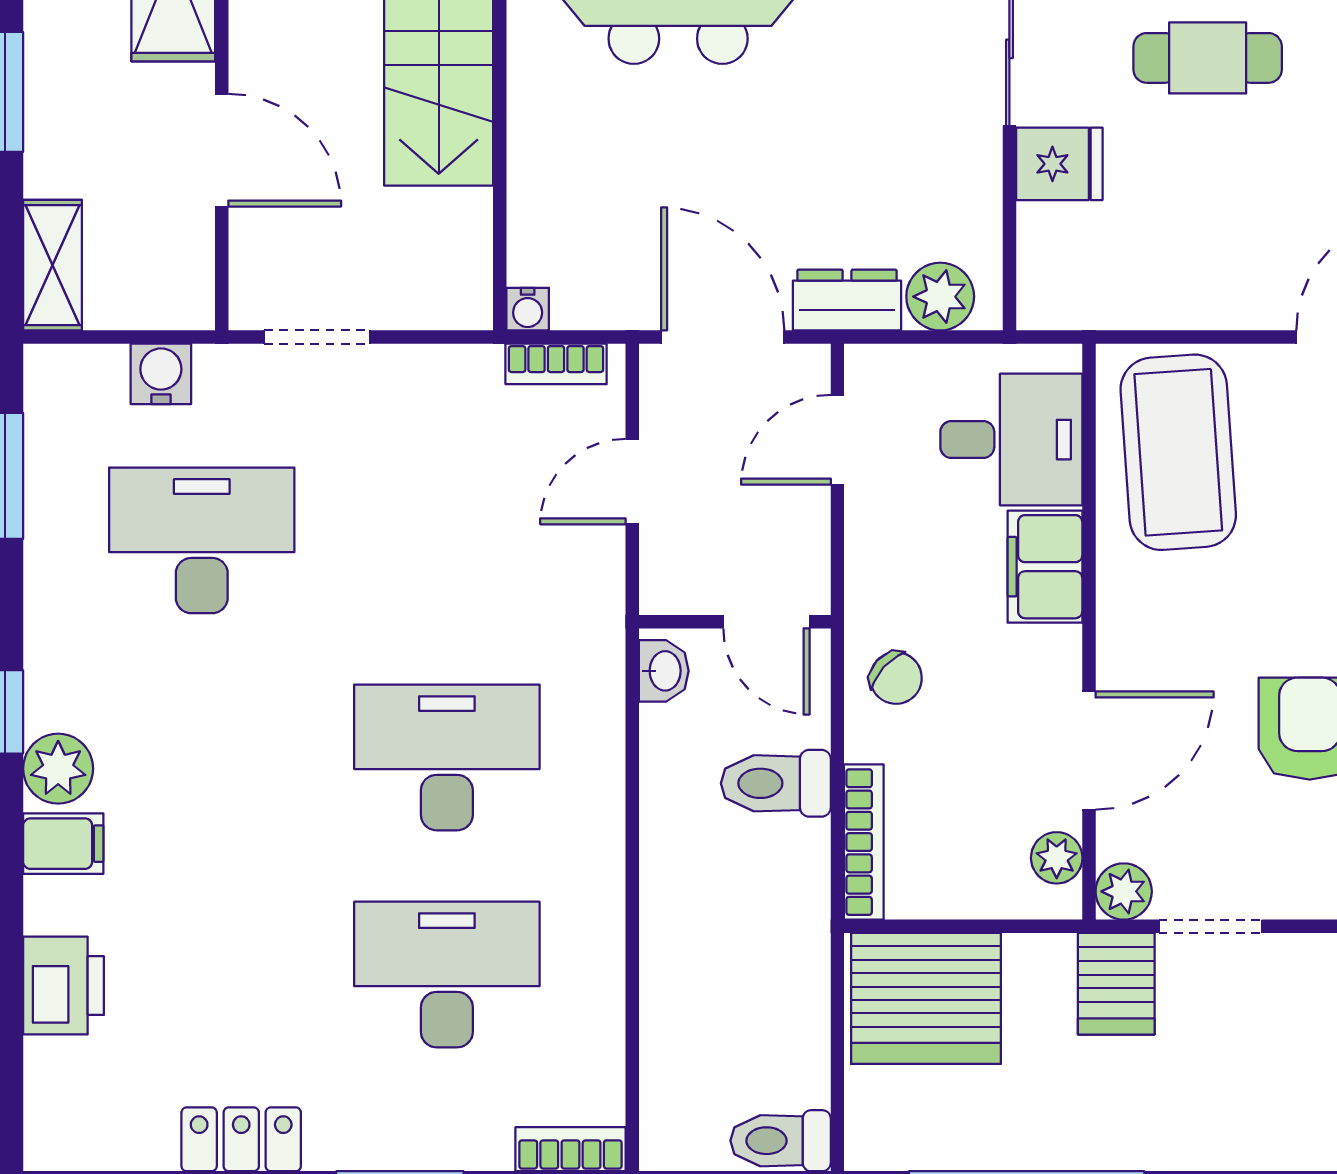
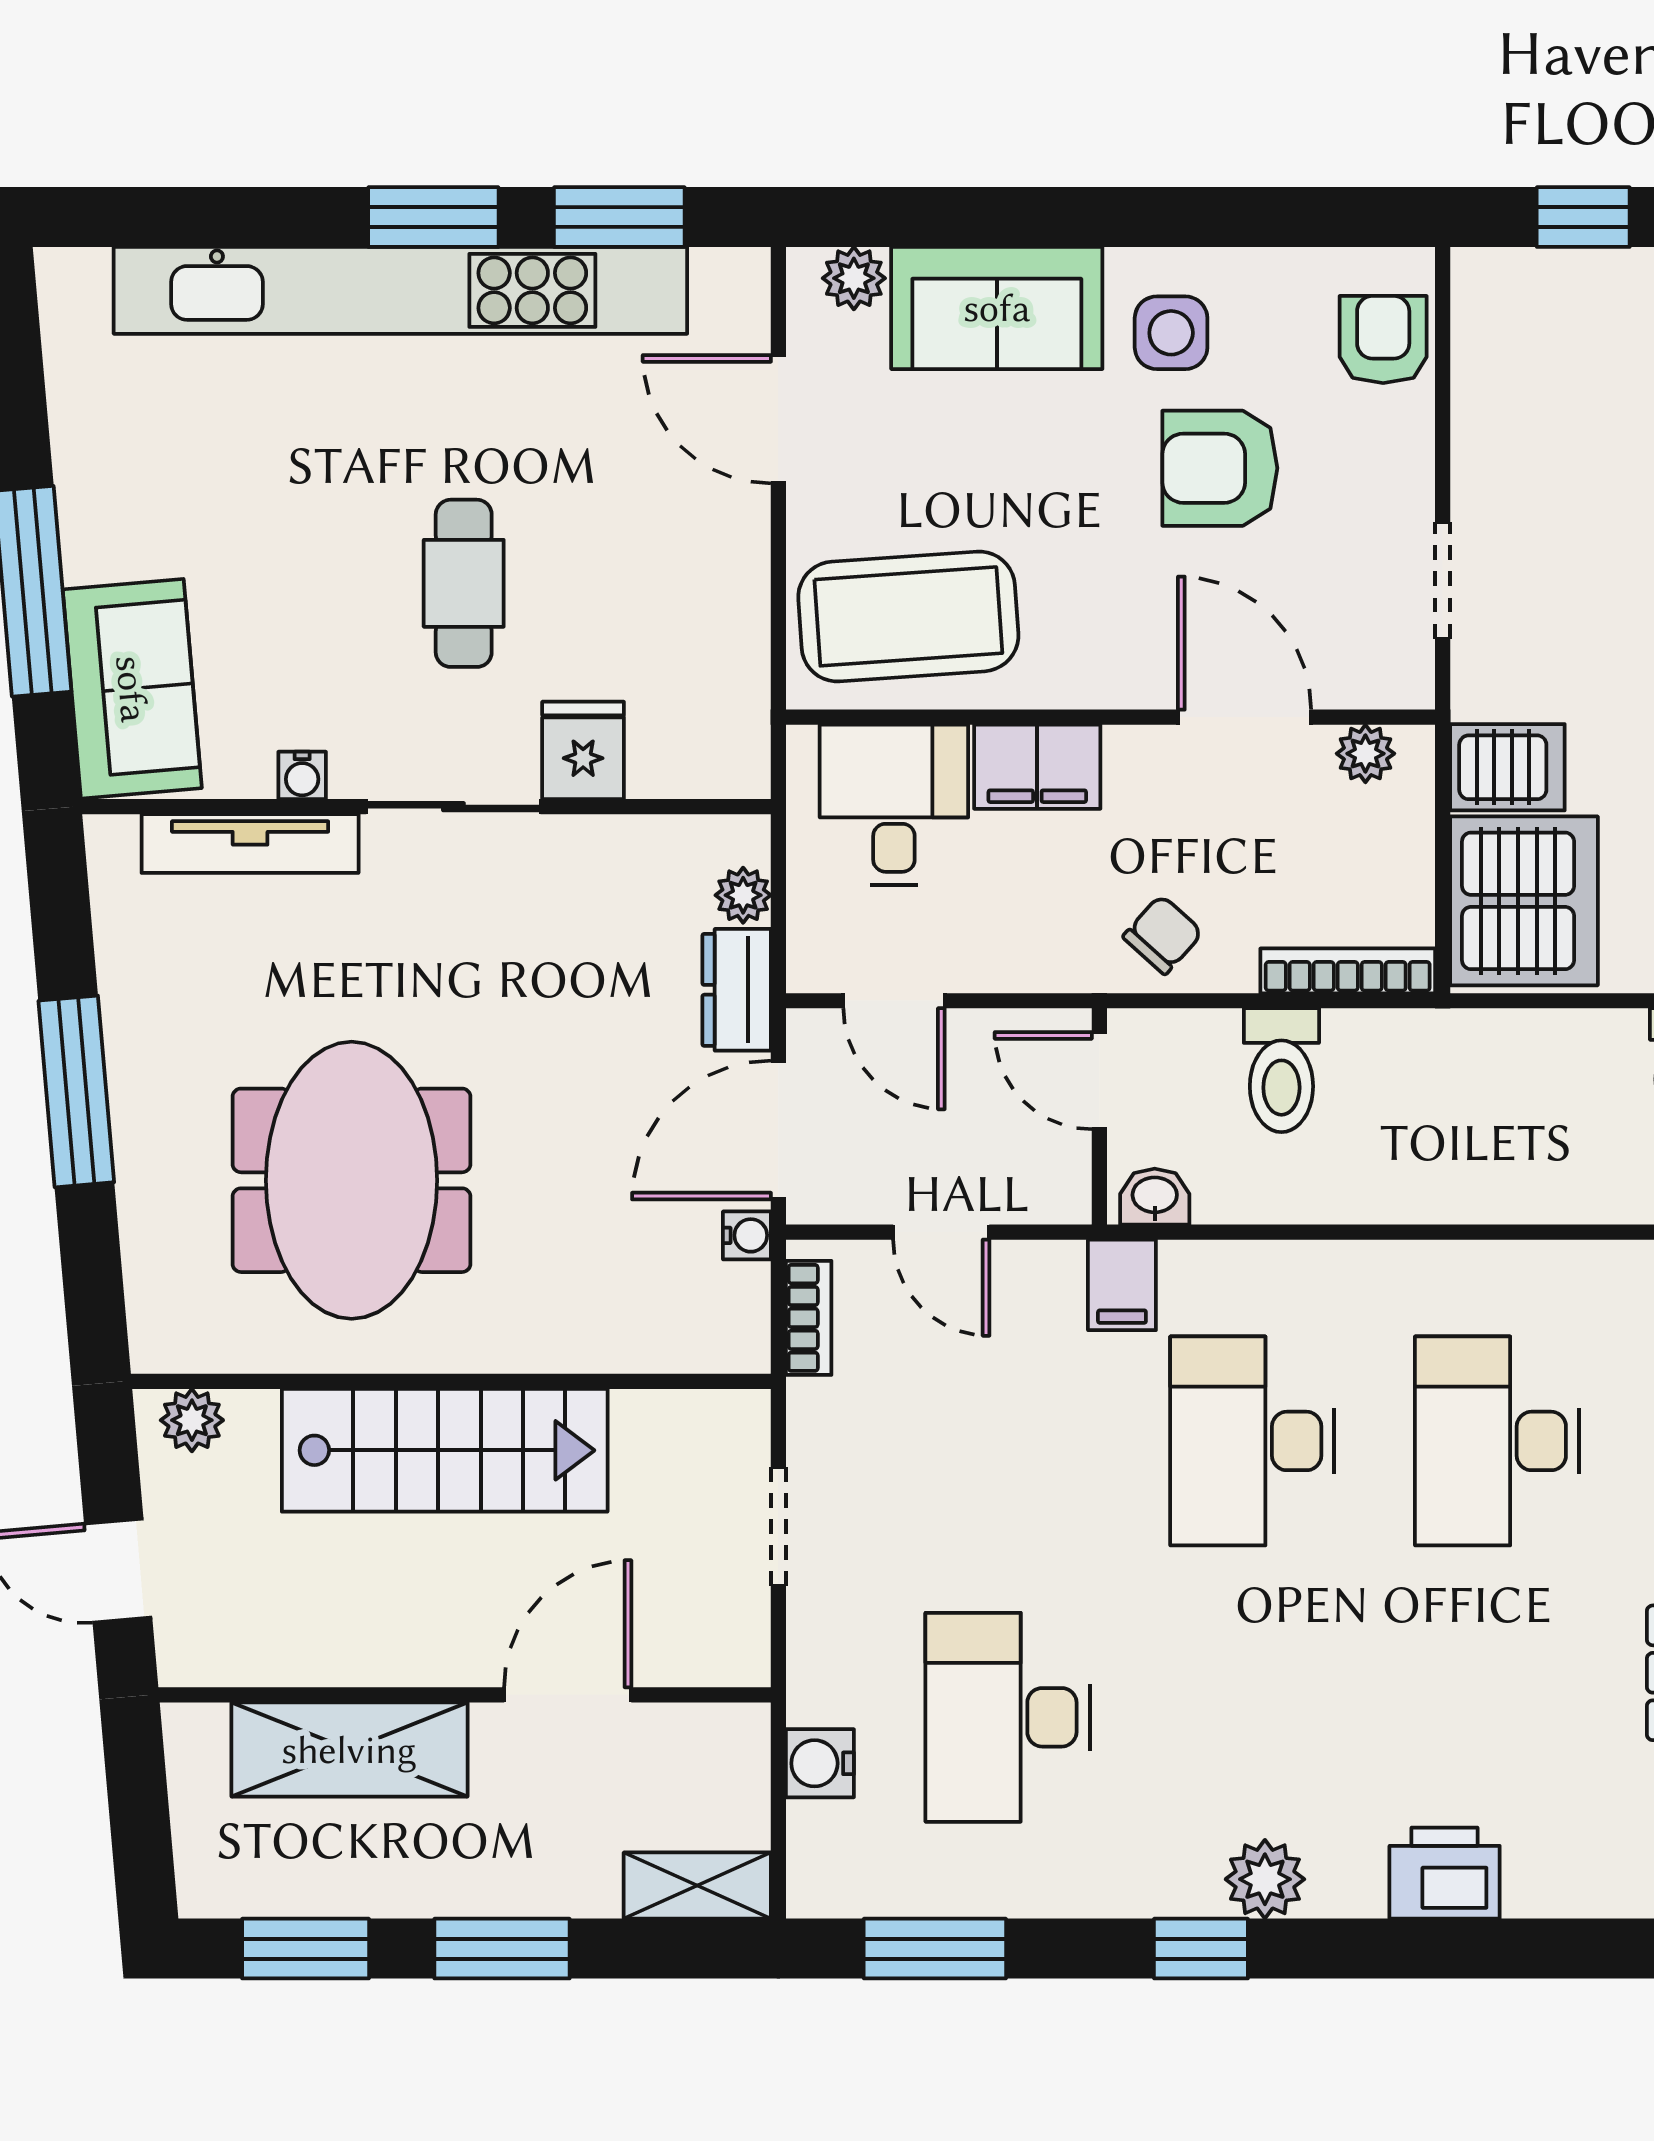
plant: (940, 297) -> (743, 895), width x0.73, depth x0.73
water cooler: (528, 309) -> (747, 1235), moved
doorway: (317, 337) -> (778, 1526), moved
door: (766, 622) -> (1099, 1081), swing flipped
filing cabinet: (63, 844) -> (1122, 1285), moved, turned 180
plant: (1124, 891) -> (1403, 678), removed
server rack: (1116, 984) -> (1507, 767), moved
printer: (63, 986) -> (1445, 1873), moved

